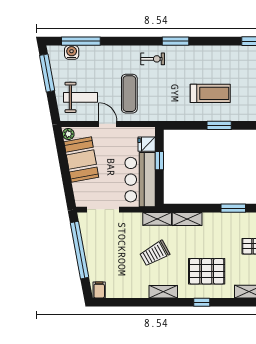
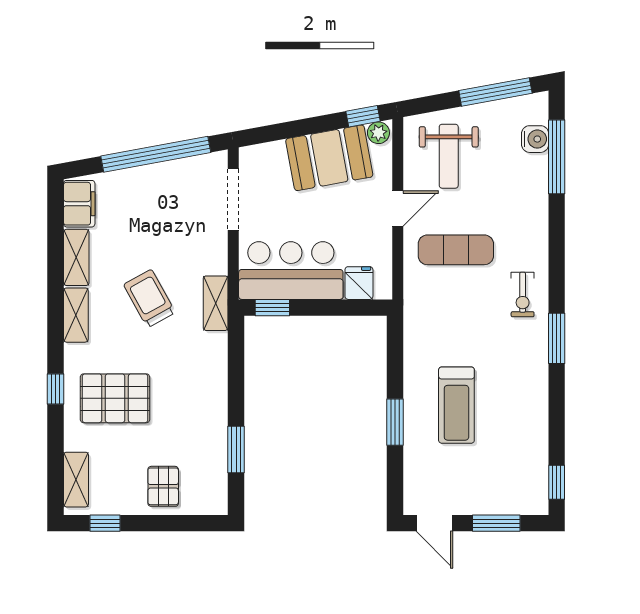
window: (60, 142) -> (363, 116), added
window: (159, 161) -> (272, 308), moved
shelving: (187, 219) -> (76, 257), moved
pallet: (207, 271) -> (115, 398), turned 90
filing cabinet: (99, 290) -> (79, 204), width x2.00

